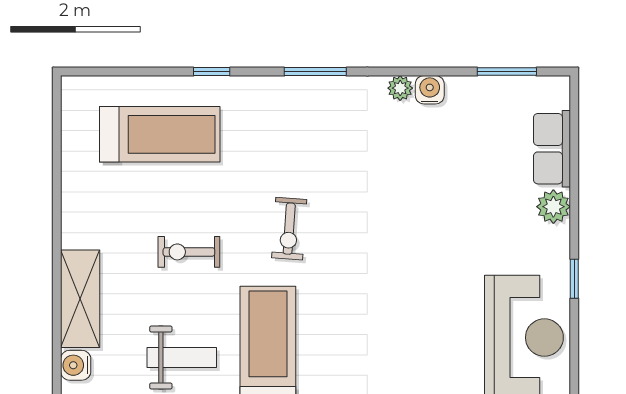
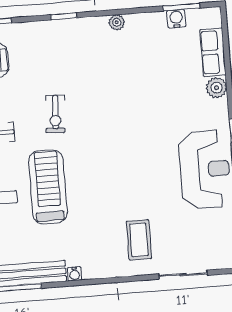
window: (315, 72) -> (64, 16), width x0.67
water cooler: (430, 90) -> (176, 19), moved

